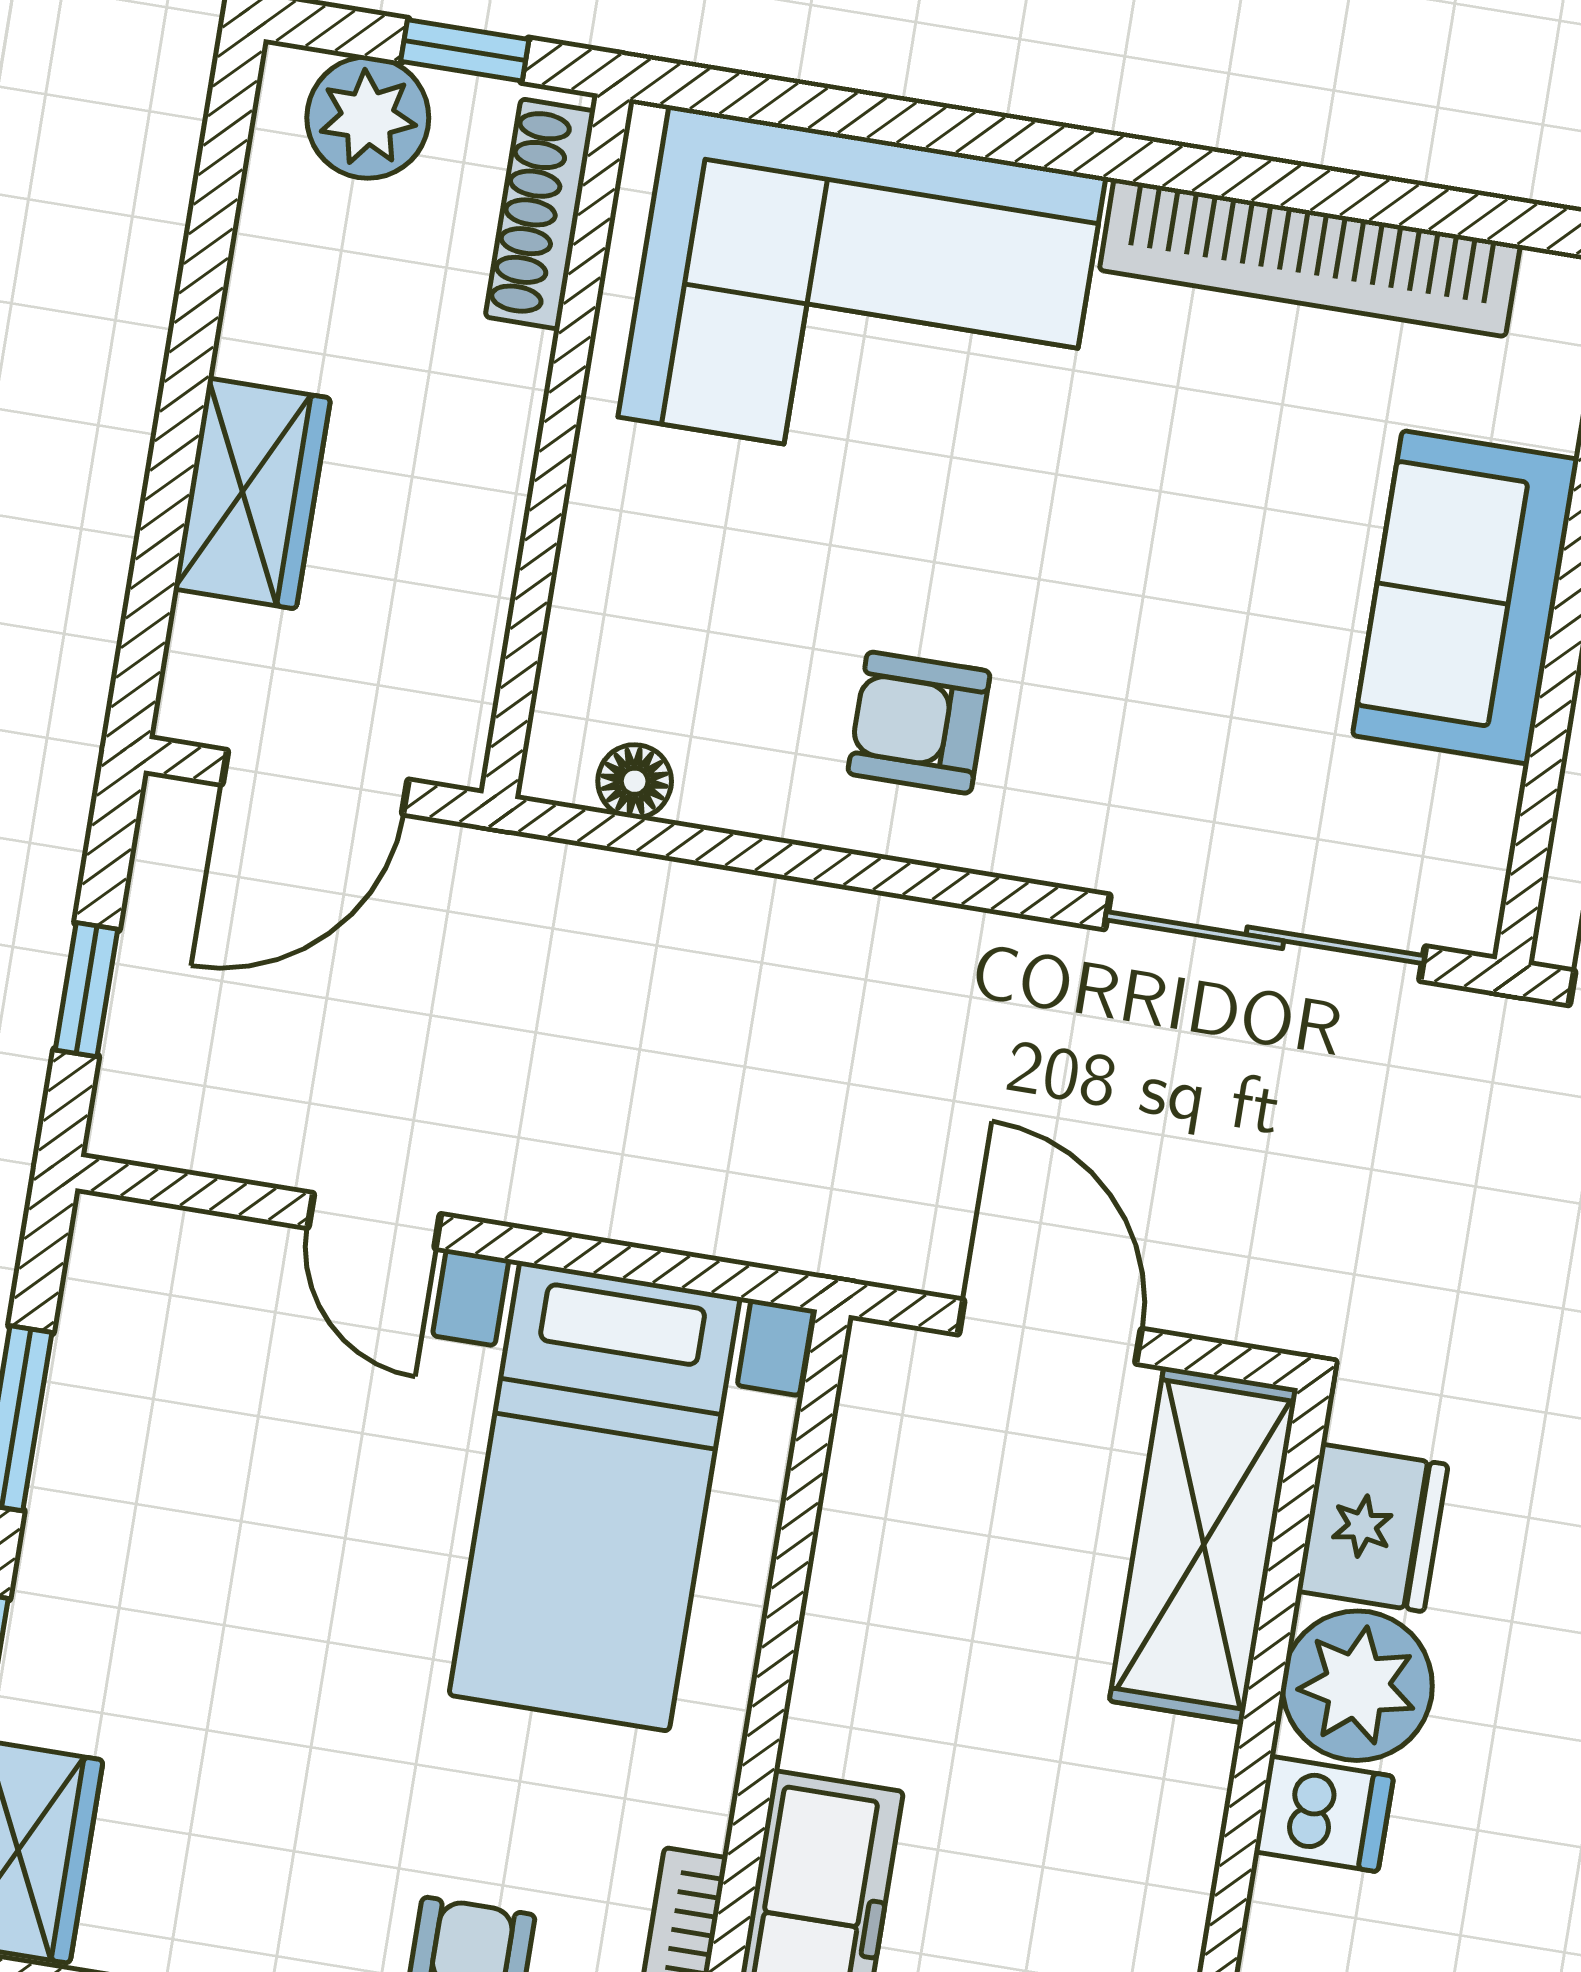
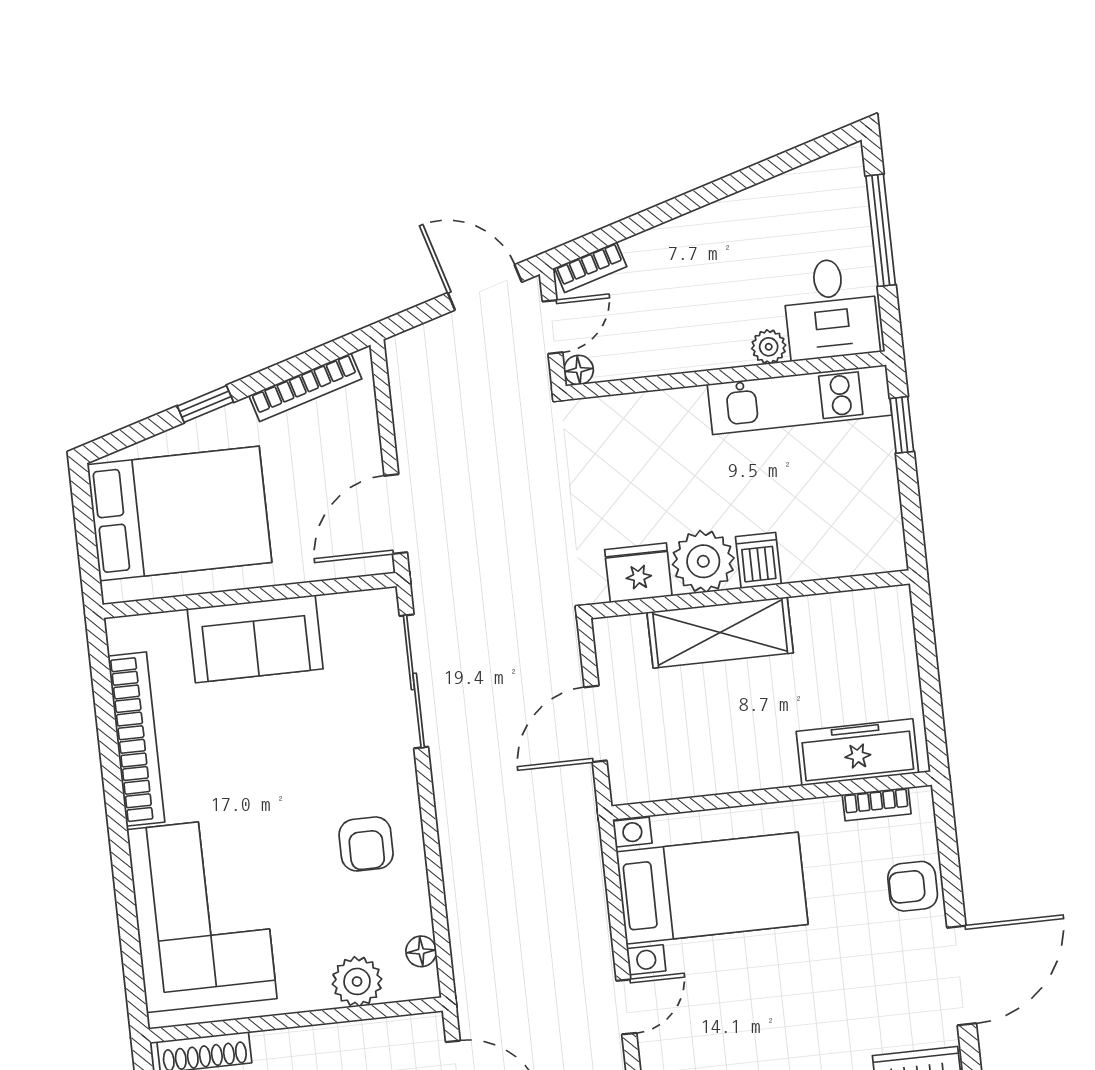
plant: (606, 613) -> (357, 981), added
shelving: (1204, 1545) -> (720, 632), moved

